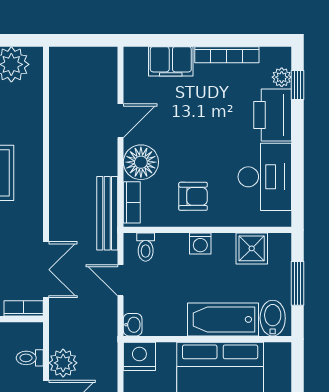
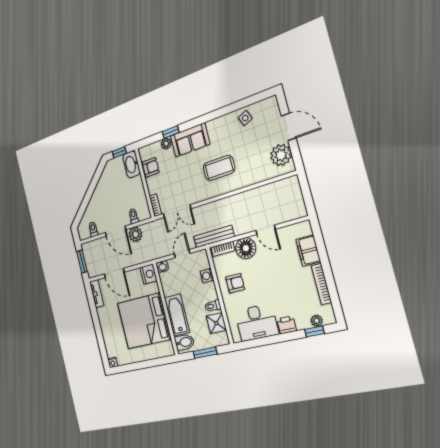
printer: (273, 115) -> (287, 325), width x0.53, depth x0.68
armchair: (193, 196) -> (235, 283), turned -90
washing machine: (200, 243) -> (207, 276), moved
toilet: (146, 247) -> (213, 306), moved

